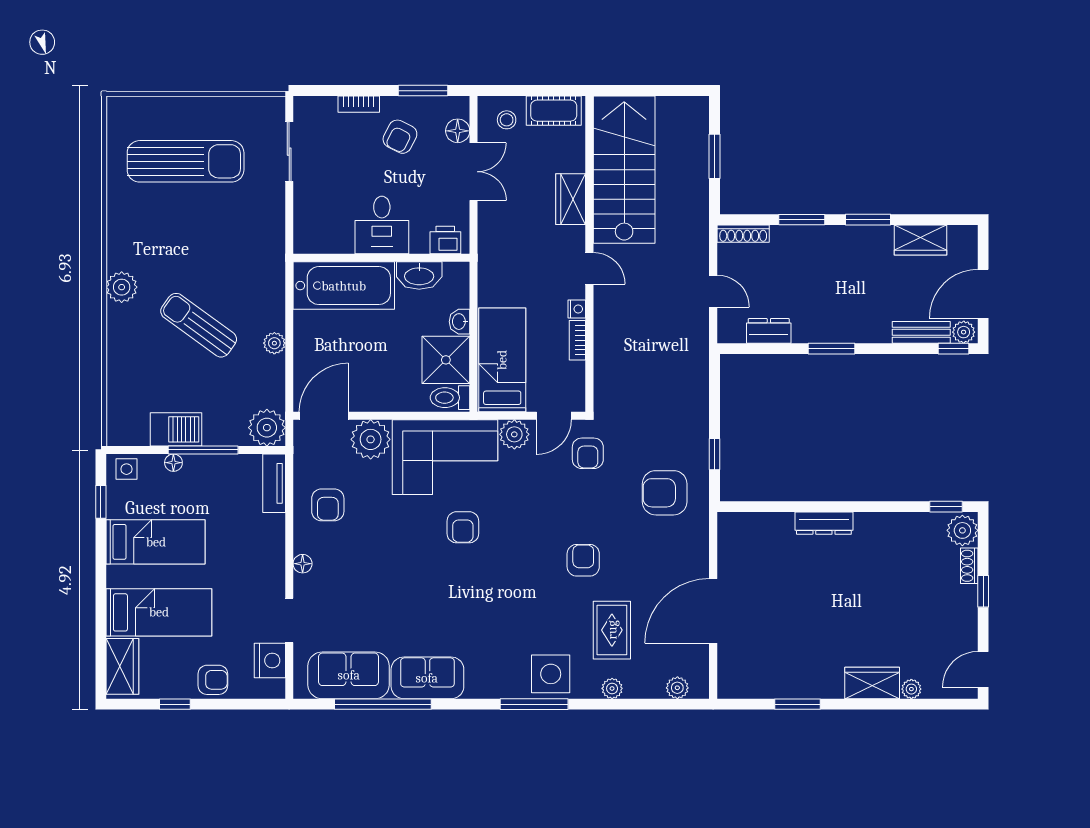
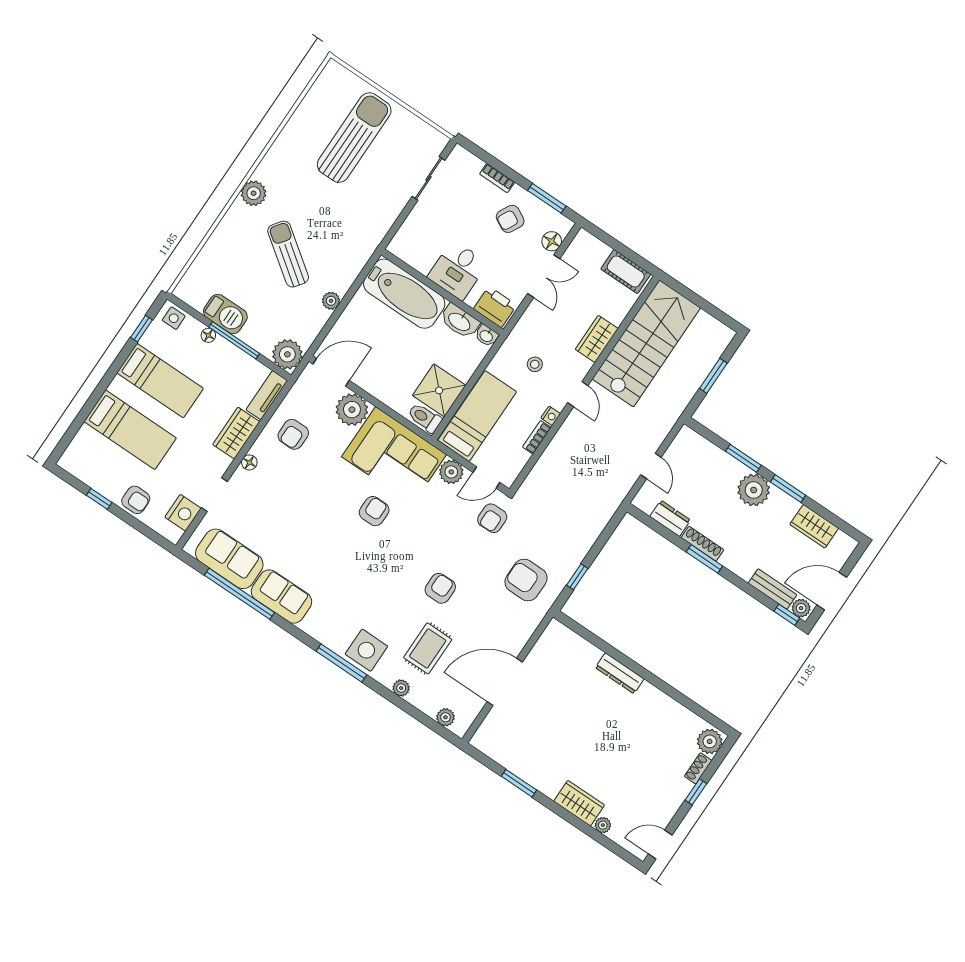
stool: (507, 120) -> (535, 364), moved
sun lounger: (186, 161) -> (354, 138), turned -90
shoe rack: (743, 234) -> (702, 544), moved, turned 180
printer: (445, 240) -> (495, 307), width x1.36, depth x1.24
plant: (834, 245) -> (754, 490), added
washbasin: (459, 322) -> (486, 336), moved, turned -90
window: (946, 507) -> (710, 718), removed
armchair: (463, 527) -> (374, 511), turned 180
wardrobe: (122, 666) -> (236, 433), moved, turned 180

